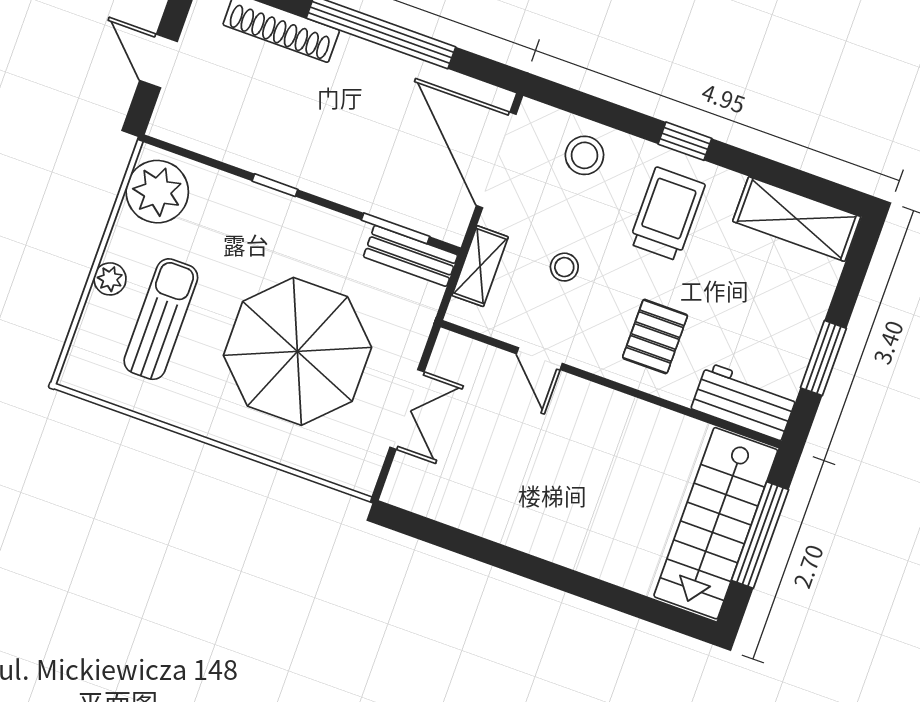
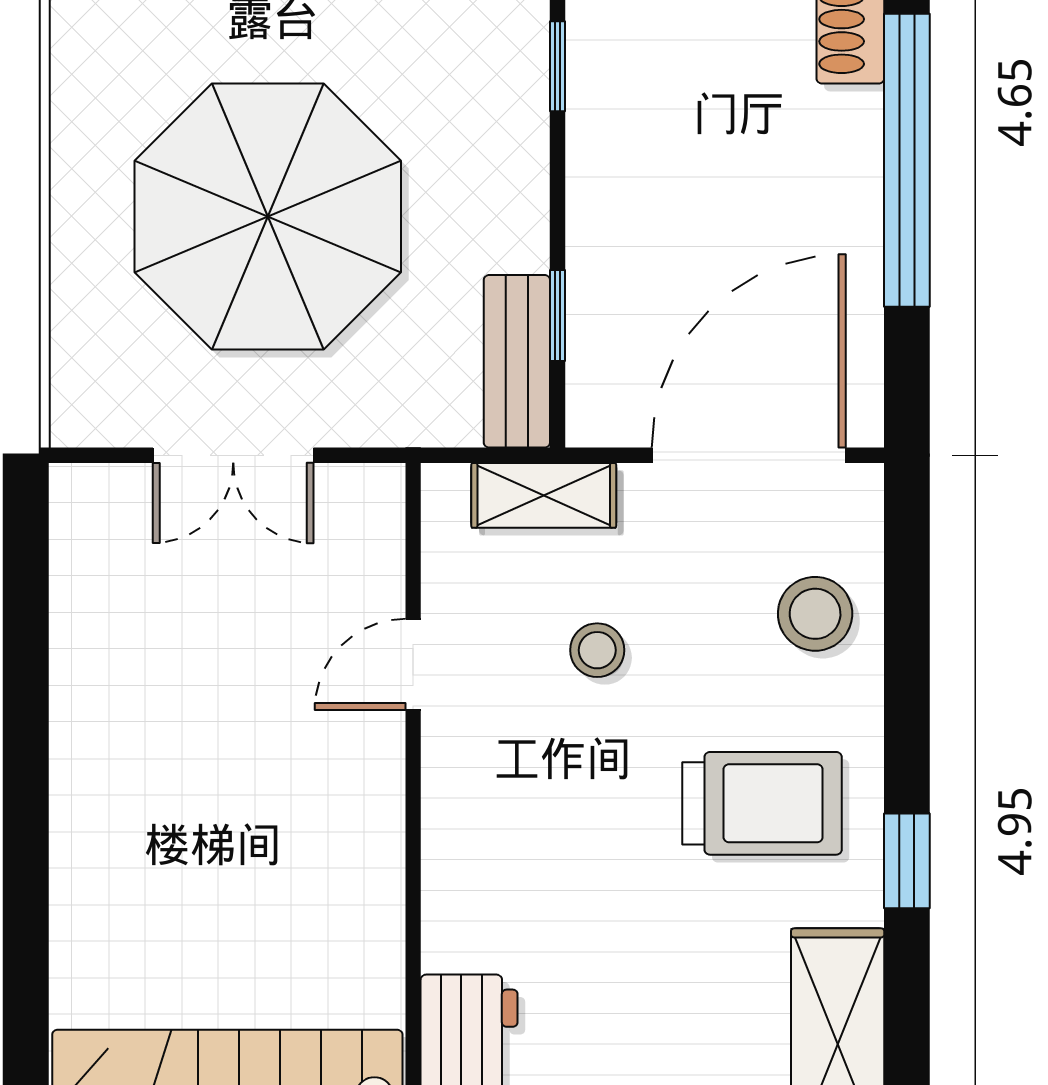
window: (685, 141) -> (907, 861), moved
window: (396, 228) -> (557, 316), width x0.67
pallet: (655, 337) -> (530, 862), removed

